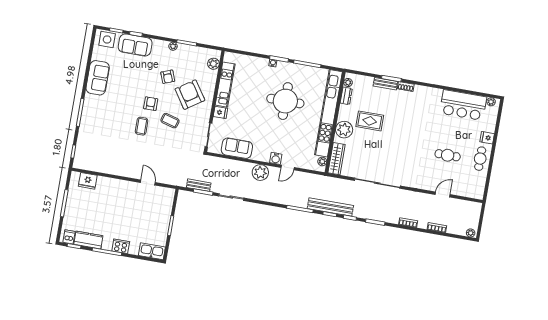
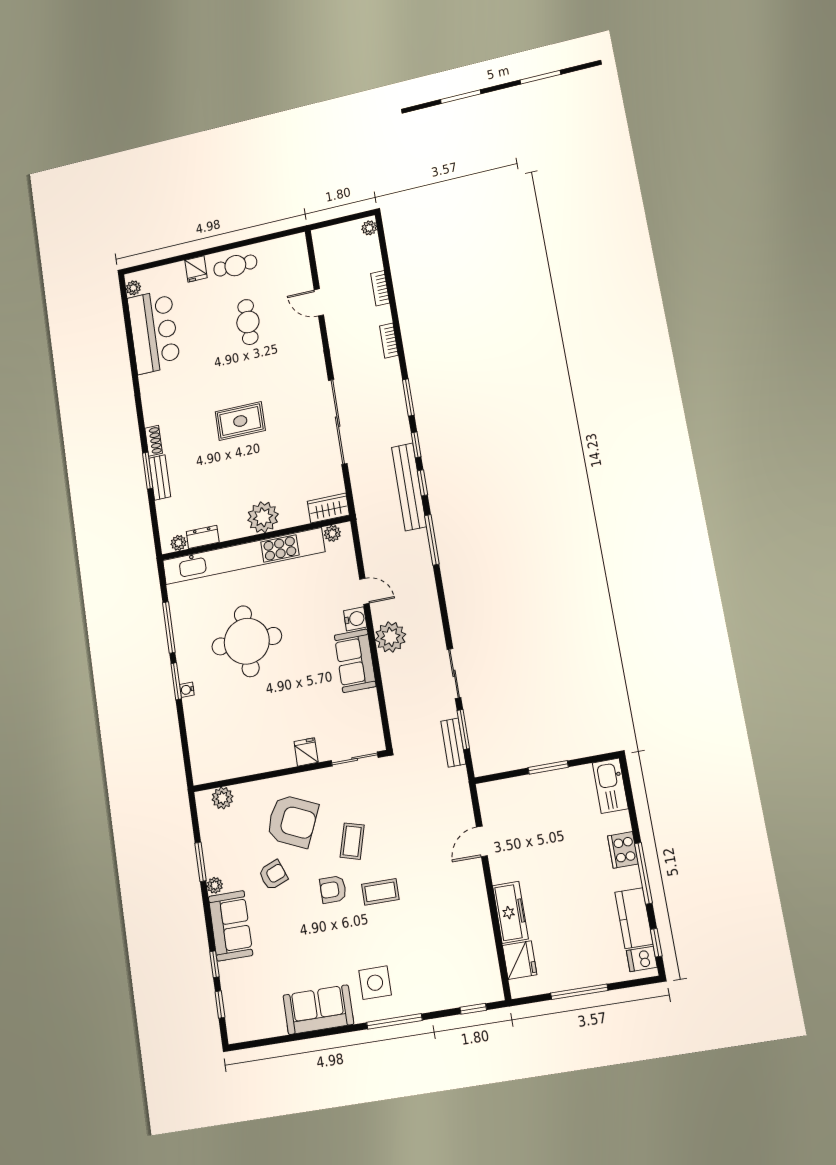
side table: (107, 40) -> (375, 983), moved
sofa: (135, 45) -> (231, 926), moved
kitchen unit: (225, 85) -> (253, 762), removed
armchair: (190, 95) -> (292, 821), turned -122
rug: (370, 121) -> (240, 421), moved, turned 90
sofa: (237, 148) -> (355, 661), moved
wardrobe: (337, 159) -> (328, 508), width x0.67
freezer: (111, 184) -> (510, 912), added

